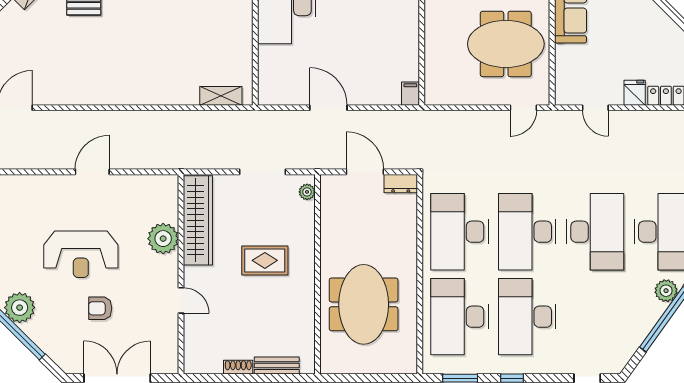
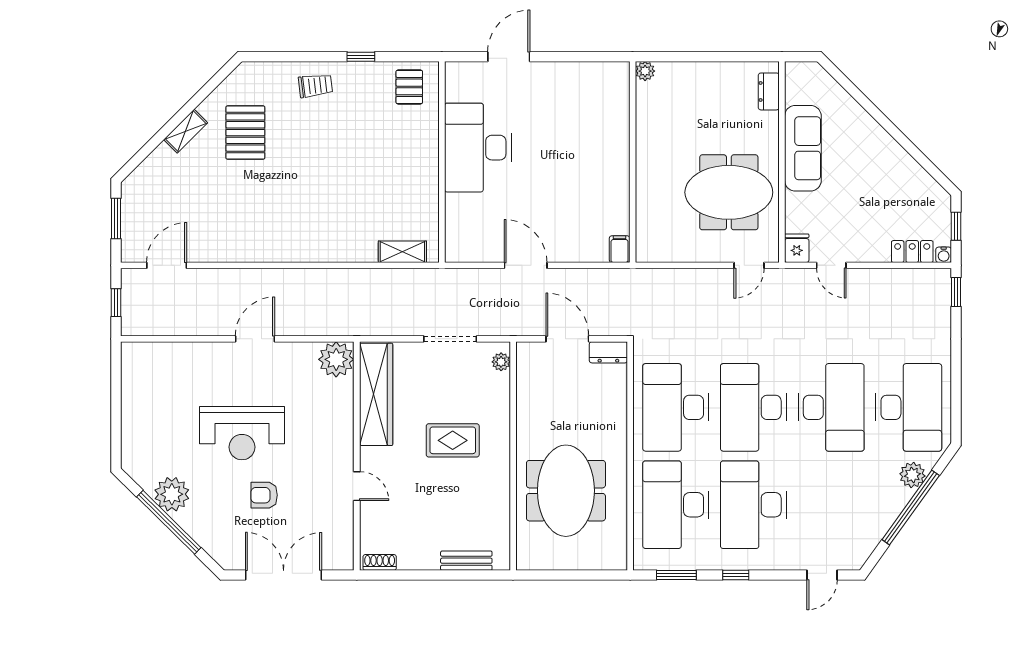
fridge: (635, 93) -> (797, 248), moved
plant: (163, 239) -> (336, 359), moved
shoe rack: (238, 367) -> (380, 562), moved

